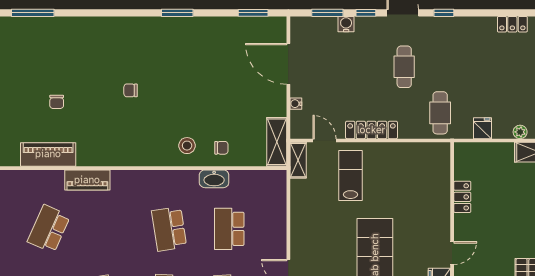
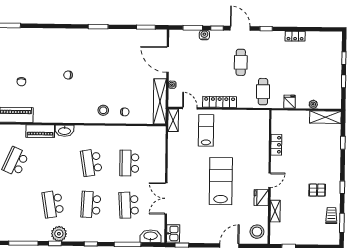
locker: (512, 24) -> (295, 36), moved
shelving: (277, 142) -> (160, 101), width x1.47
washbasin: (214, 179) -> (65, 131), moved

